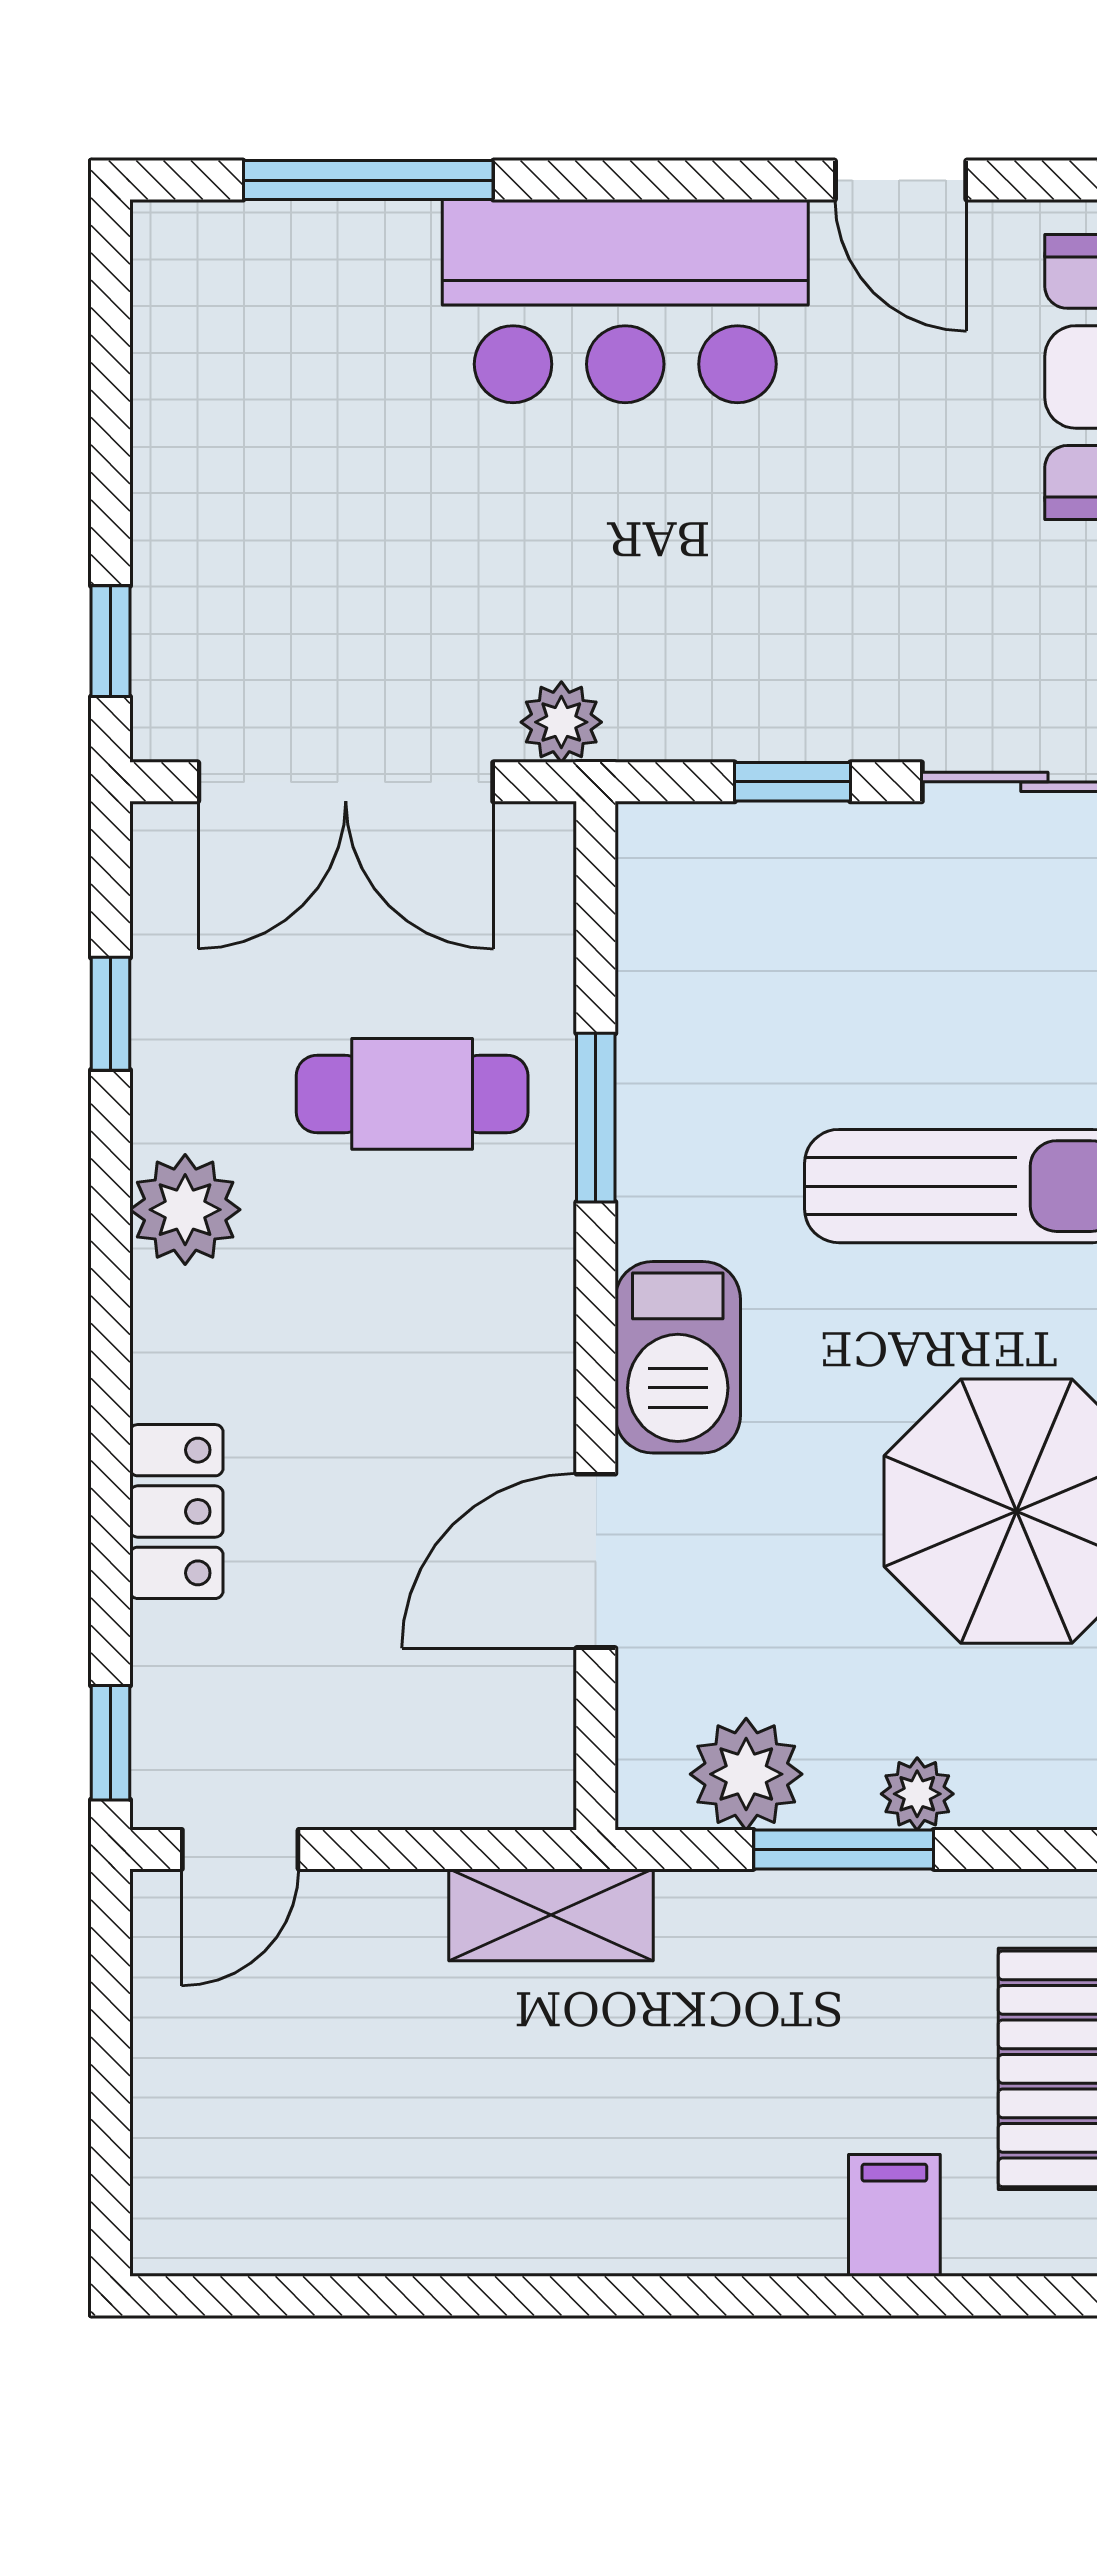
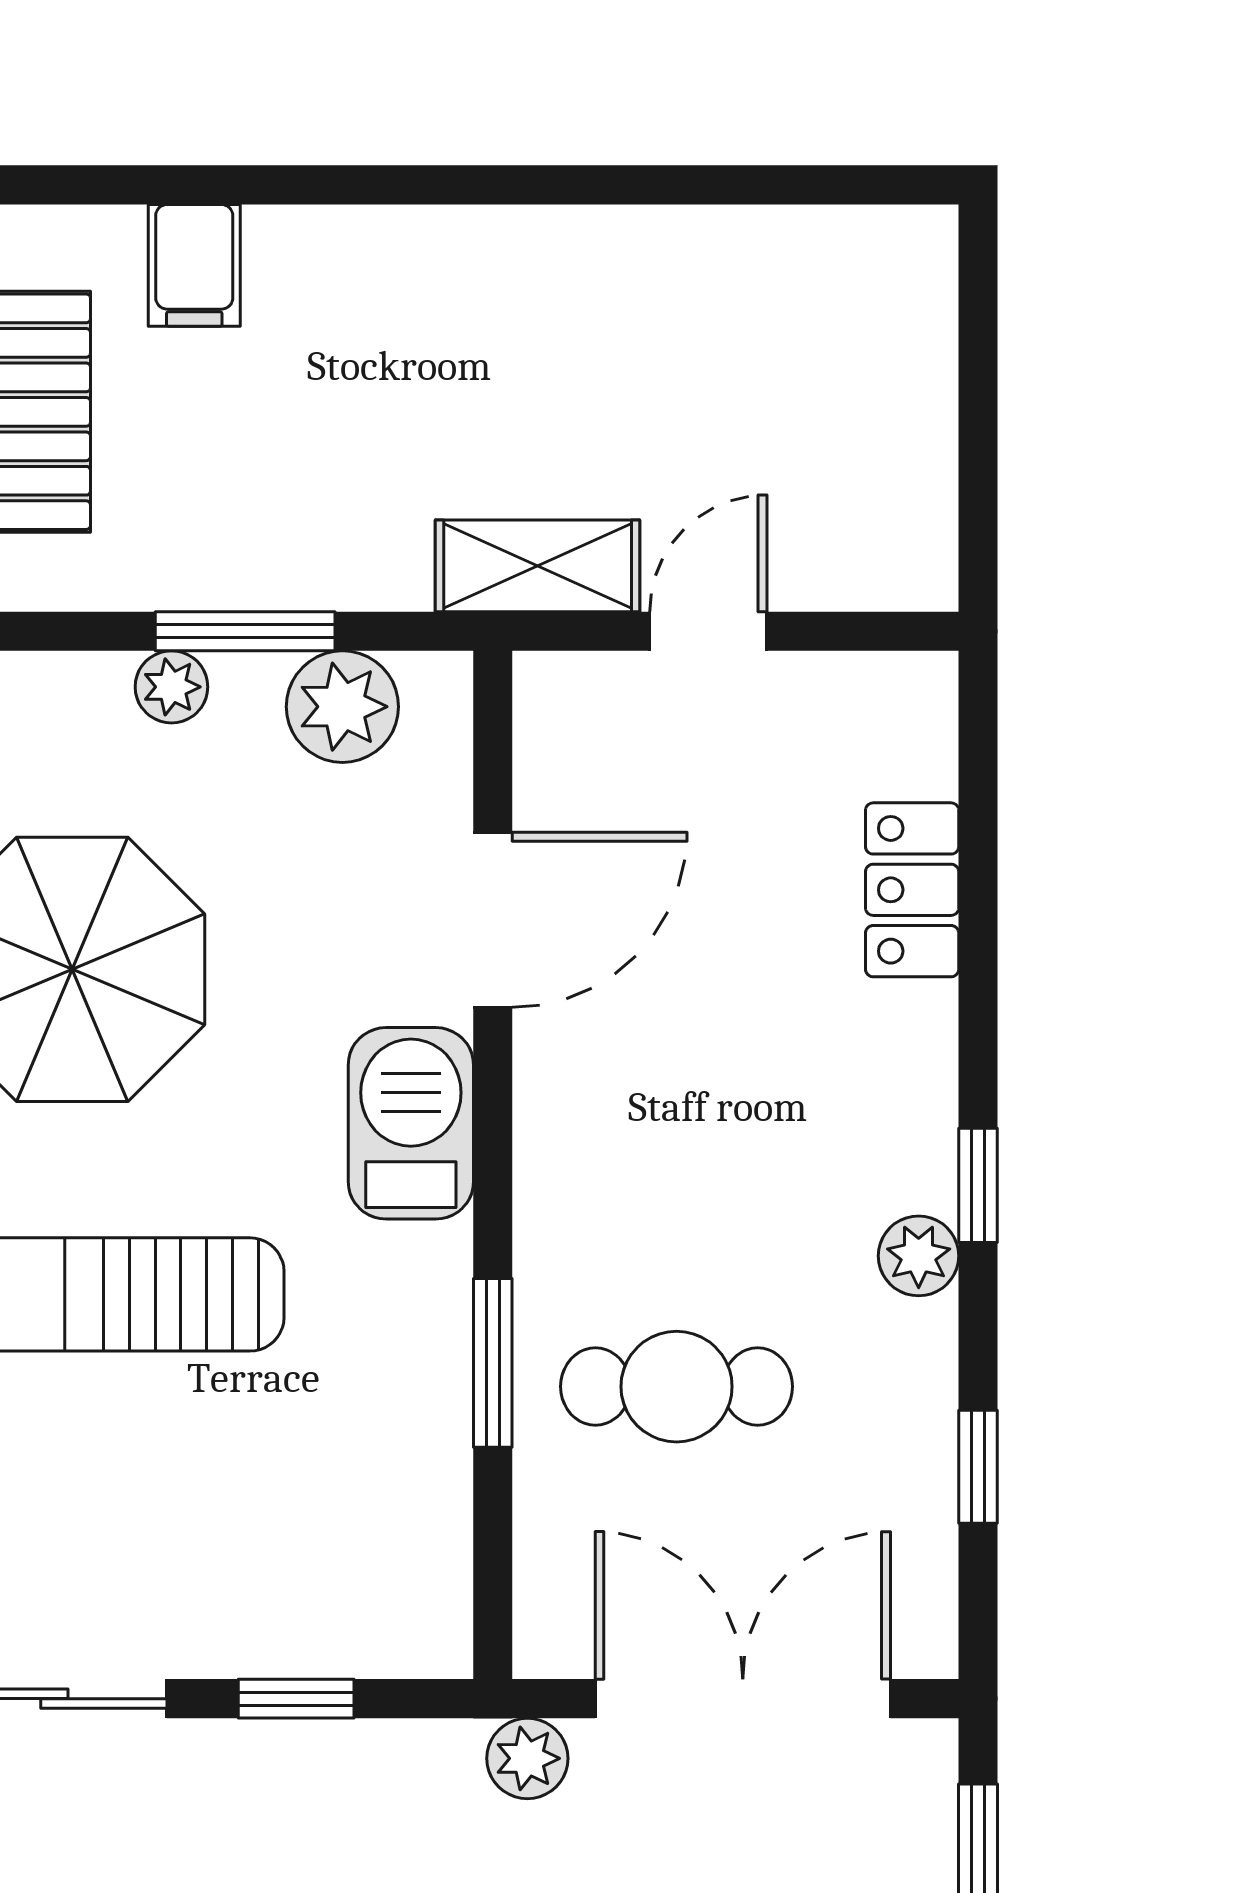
plant: (185, 1210) -> (919, 1256), width x0.73, depth x0.73
locker: (176, 1512) -> (912, 890), moved
window: (111, 1743) -> (978, 1185), moved
door: (240, 1849) -> (708, 631), moved

